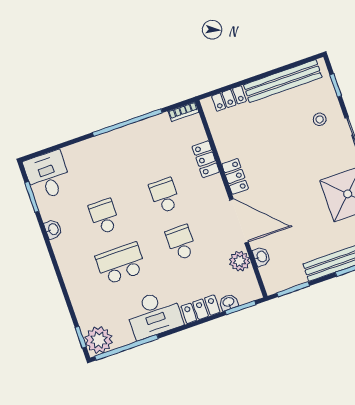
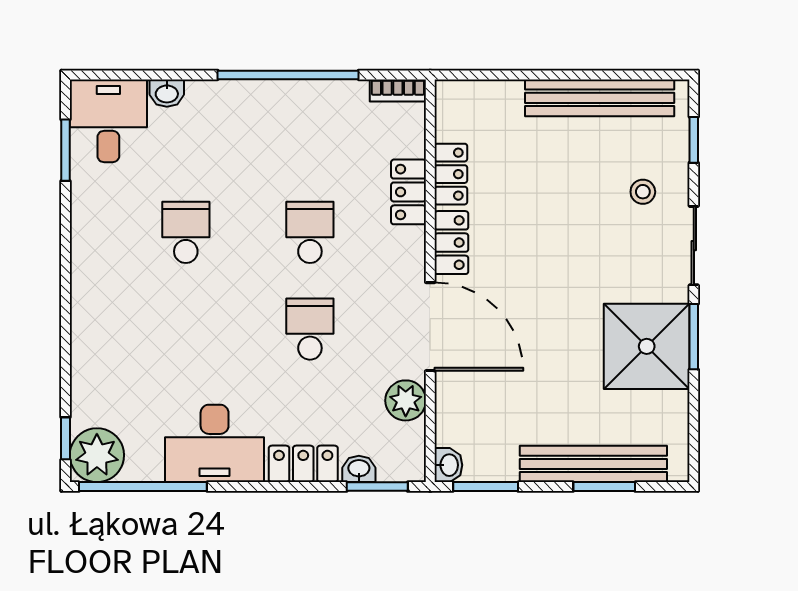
locker: (229, 98) -> (451, 174), moved, turned -90
washbasin: (53, 229) -> (167, 93), moved, turned 90
washbasin: (261, 257) -> (448, 465), moved
school desk: (121, 264) -> (186, 329), removed

